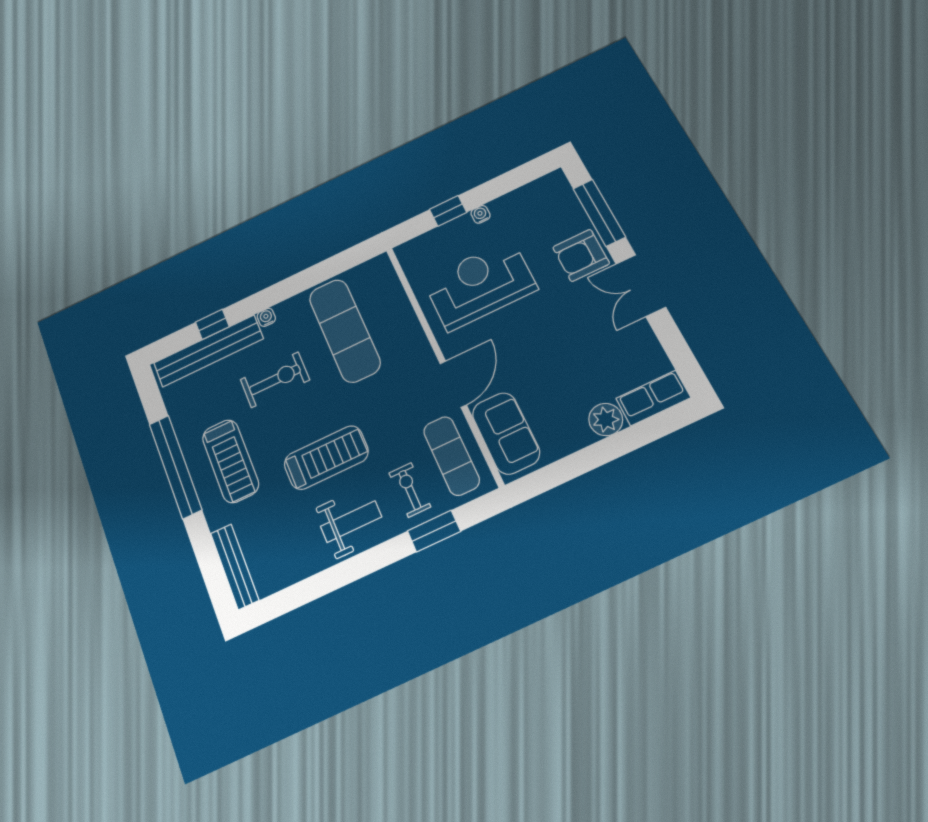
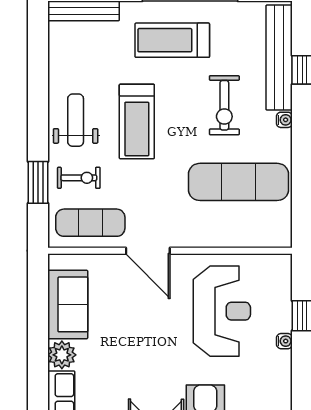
sofa: (506, 433) -> (68, 304), moved, turned -90
weight bench: (351, 522) -> (76, 120), turned 180

